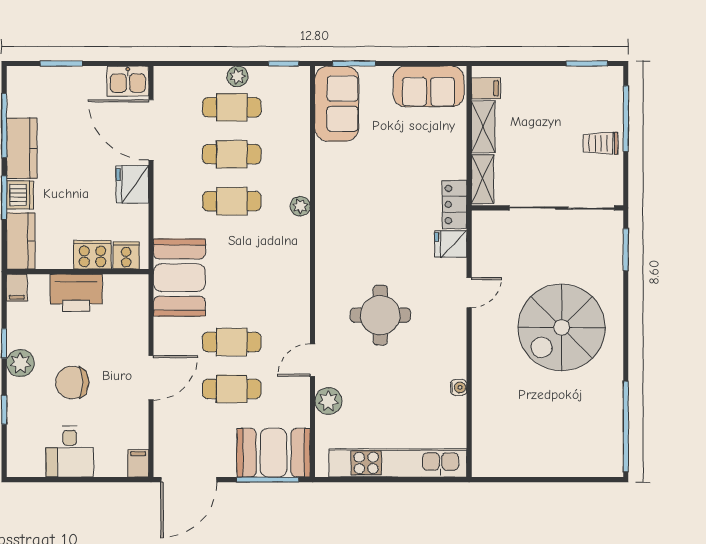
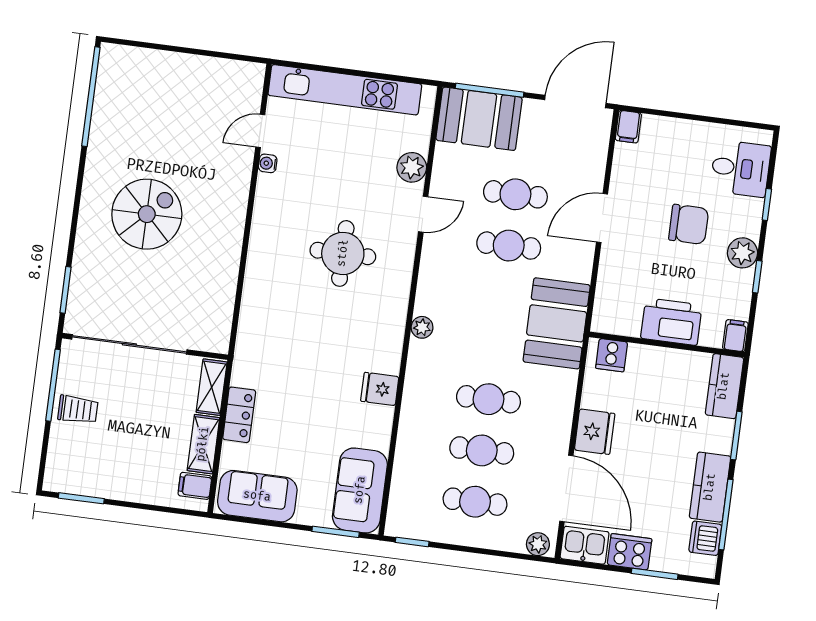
plant: (237, 76) -> (538, 544), moved
window: (626, 119) -> (53, 385), moved
dishwasher: (20, 195) -> (705, 538), moved
locker: (455, 204) -> (239, 415), moved
plant: (300, 206) -> (422, 327), moved
fridge: (451, 244) -> (380, 389), moved, turned 180
cooker: (92, 255) -> (630, 552), moved, turned 180
door: (469, 293) -> (260, 131), moved
spiral stairs: (562, 327) -> (147, 214), width x0.73, depth x0.73
desk: (70, 452) -> (740, 168), moved, turned 90

